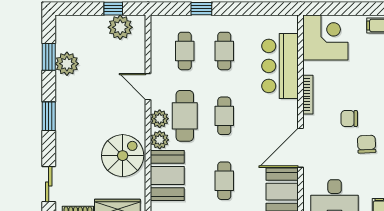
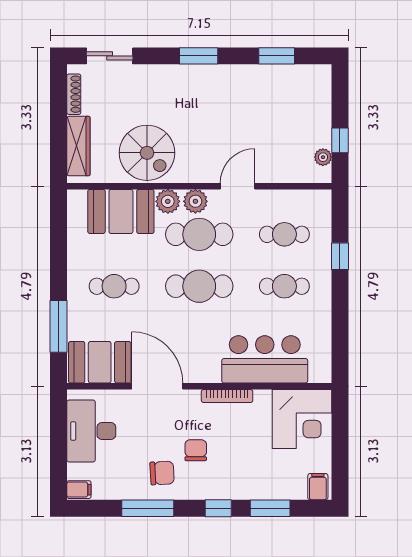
plant: (120, 27) -> (323, 157), width x0.53, depth x0.53
plant: (67, 64) -> (268, 80), removed
cafe table: (224, 116) -> (199, 286), width x1.37, depth x1.35

